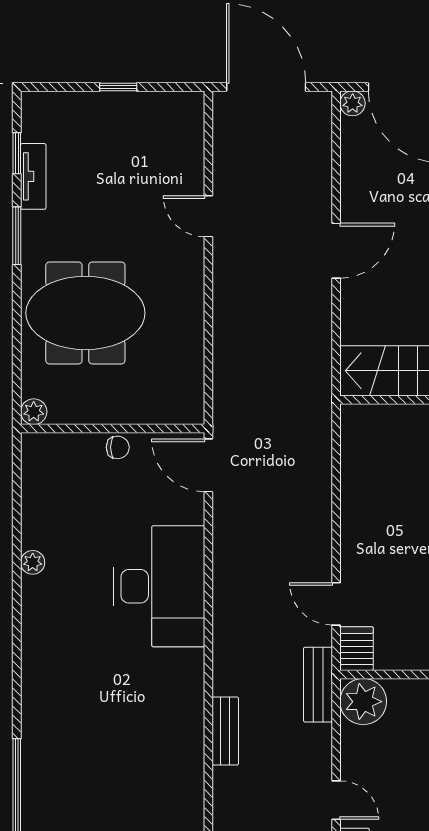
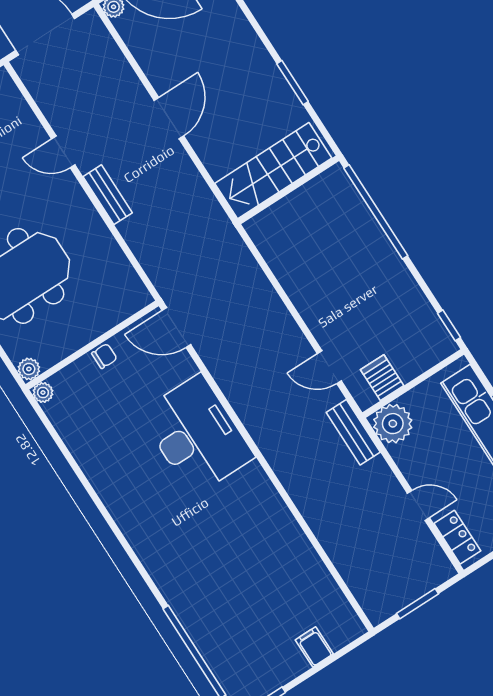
plant: (33, 562) -> (43, 393), moved
server rack: (357, 649) -> (382, 378), moved
bench: (225, 731) -> (108, 195), moved

